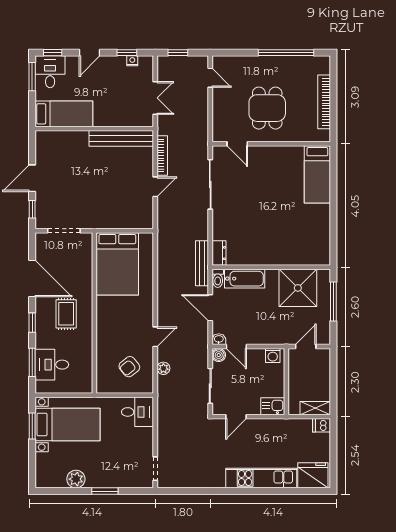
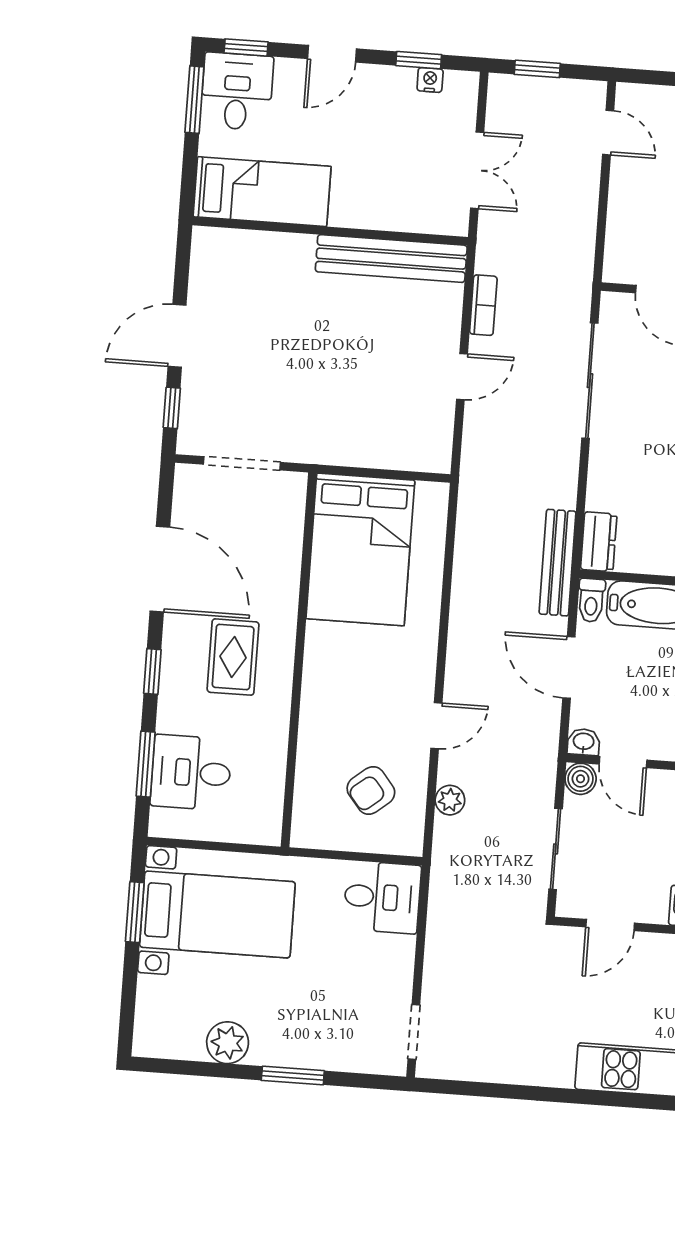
bookcase: (162, 155) -> (483, 305), width x0.64

